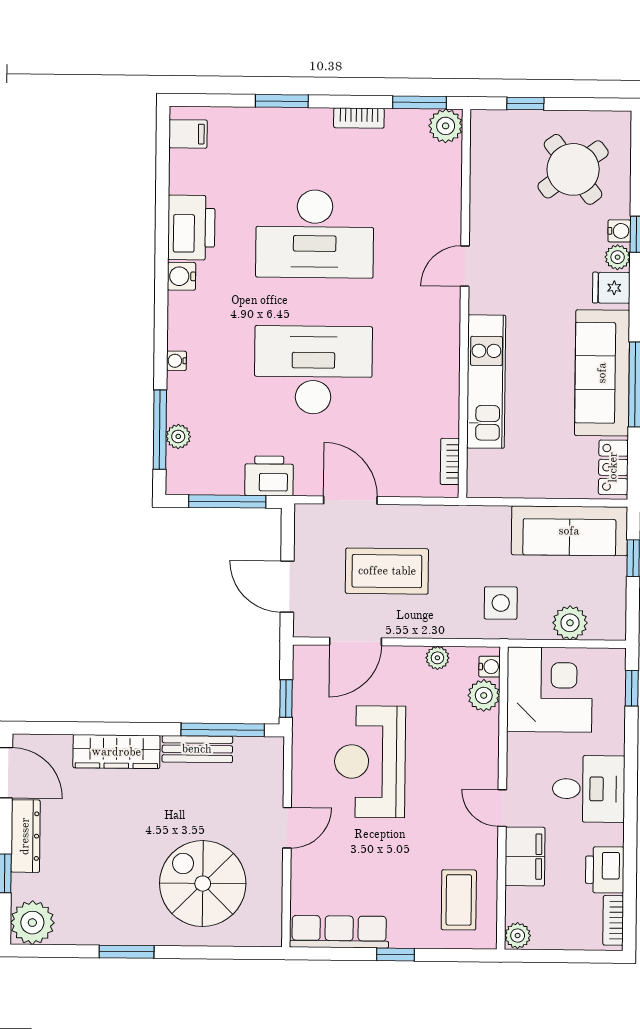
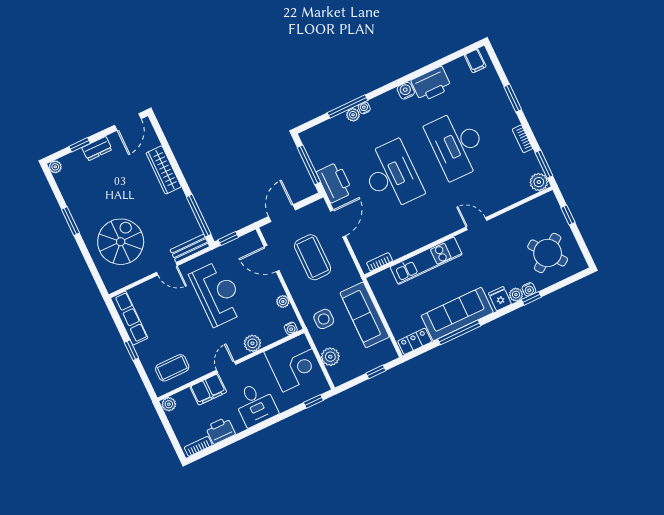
window: (160, 430) -> (348, 106), moved
plant: (178, 436) -> (353, 115), moved
printer: (269, 476) -> (335, 182), width x1.37, depth x1.19
sofa: (569, 531) -> (365, 315), moved
plant: (484, 695) -> (252, 343), moved
bench: (197, 749) -> (190, 248), moved, turned 90
reception desk: (370, 762) -> (218, 293), turned 90
dresser: (25, 836) -> (97, 149), width x0.70
plant: (32, 923) -> (55, 167), width x0.53, depth x0.53

